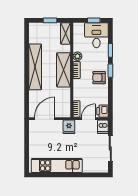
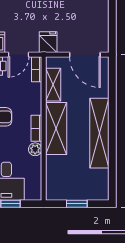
shelving: (66, 33) -> (53, 85), moved
door: (45, 119) -> (85, 55), hinge flipped

